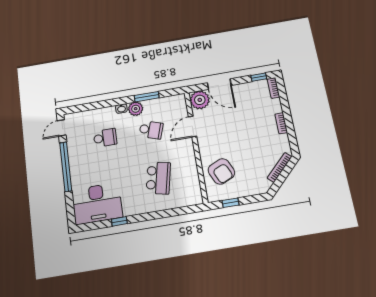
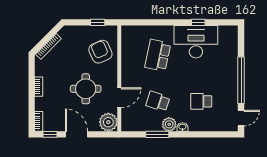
door: (219, 84) -> (77, 134), moved
round table: (230, 130) -> (86, 89), added
desk: (97, 203) -> (196, 42), moved

